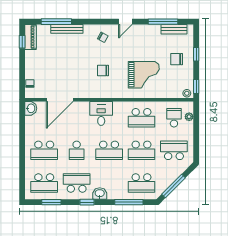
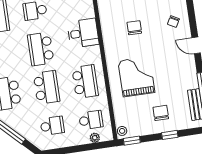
grand piano: (144, 75) -> (136, 77), turned 180
school desk: (142, 118) -> (85, 82), turned 180
school desk: (142, 150) -> (47, 87), turned 180
school desk: (174, 150) -> (52, 126), width x0.54

